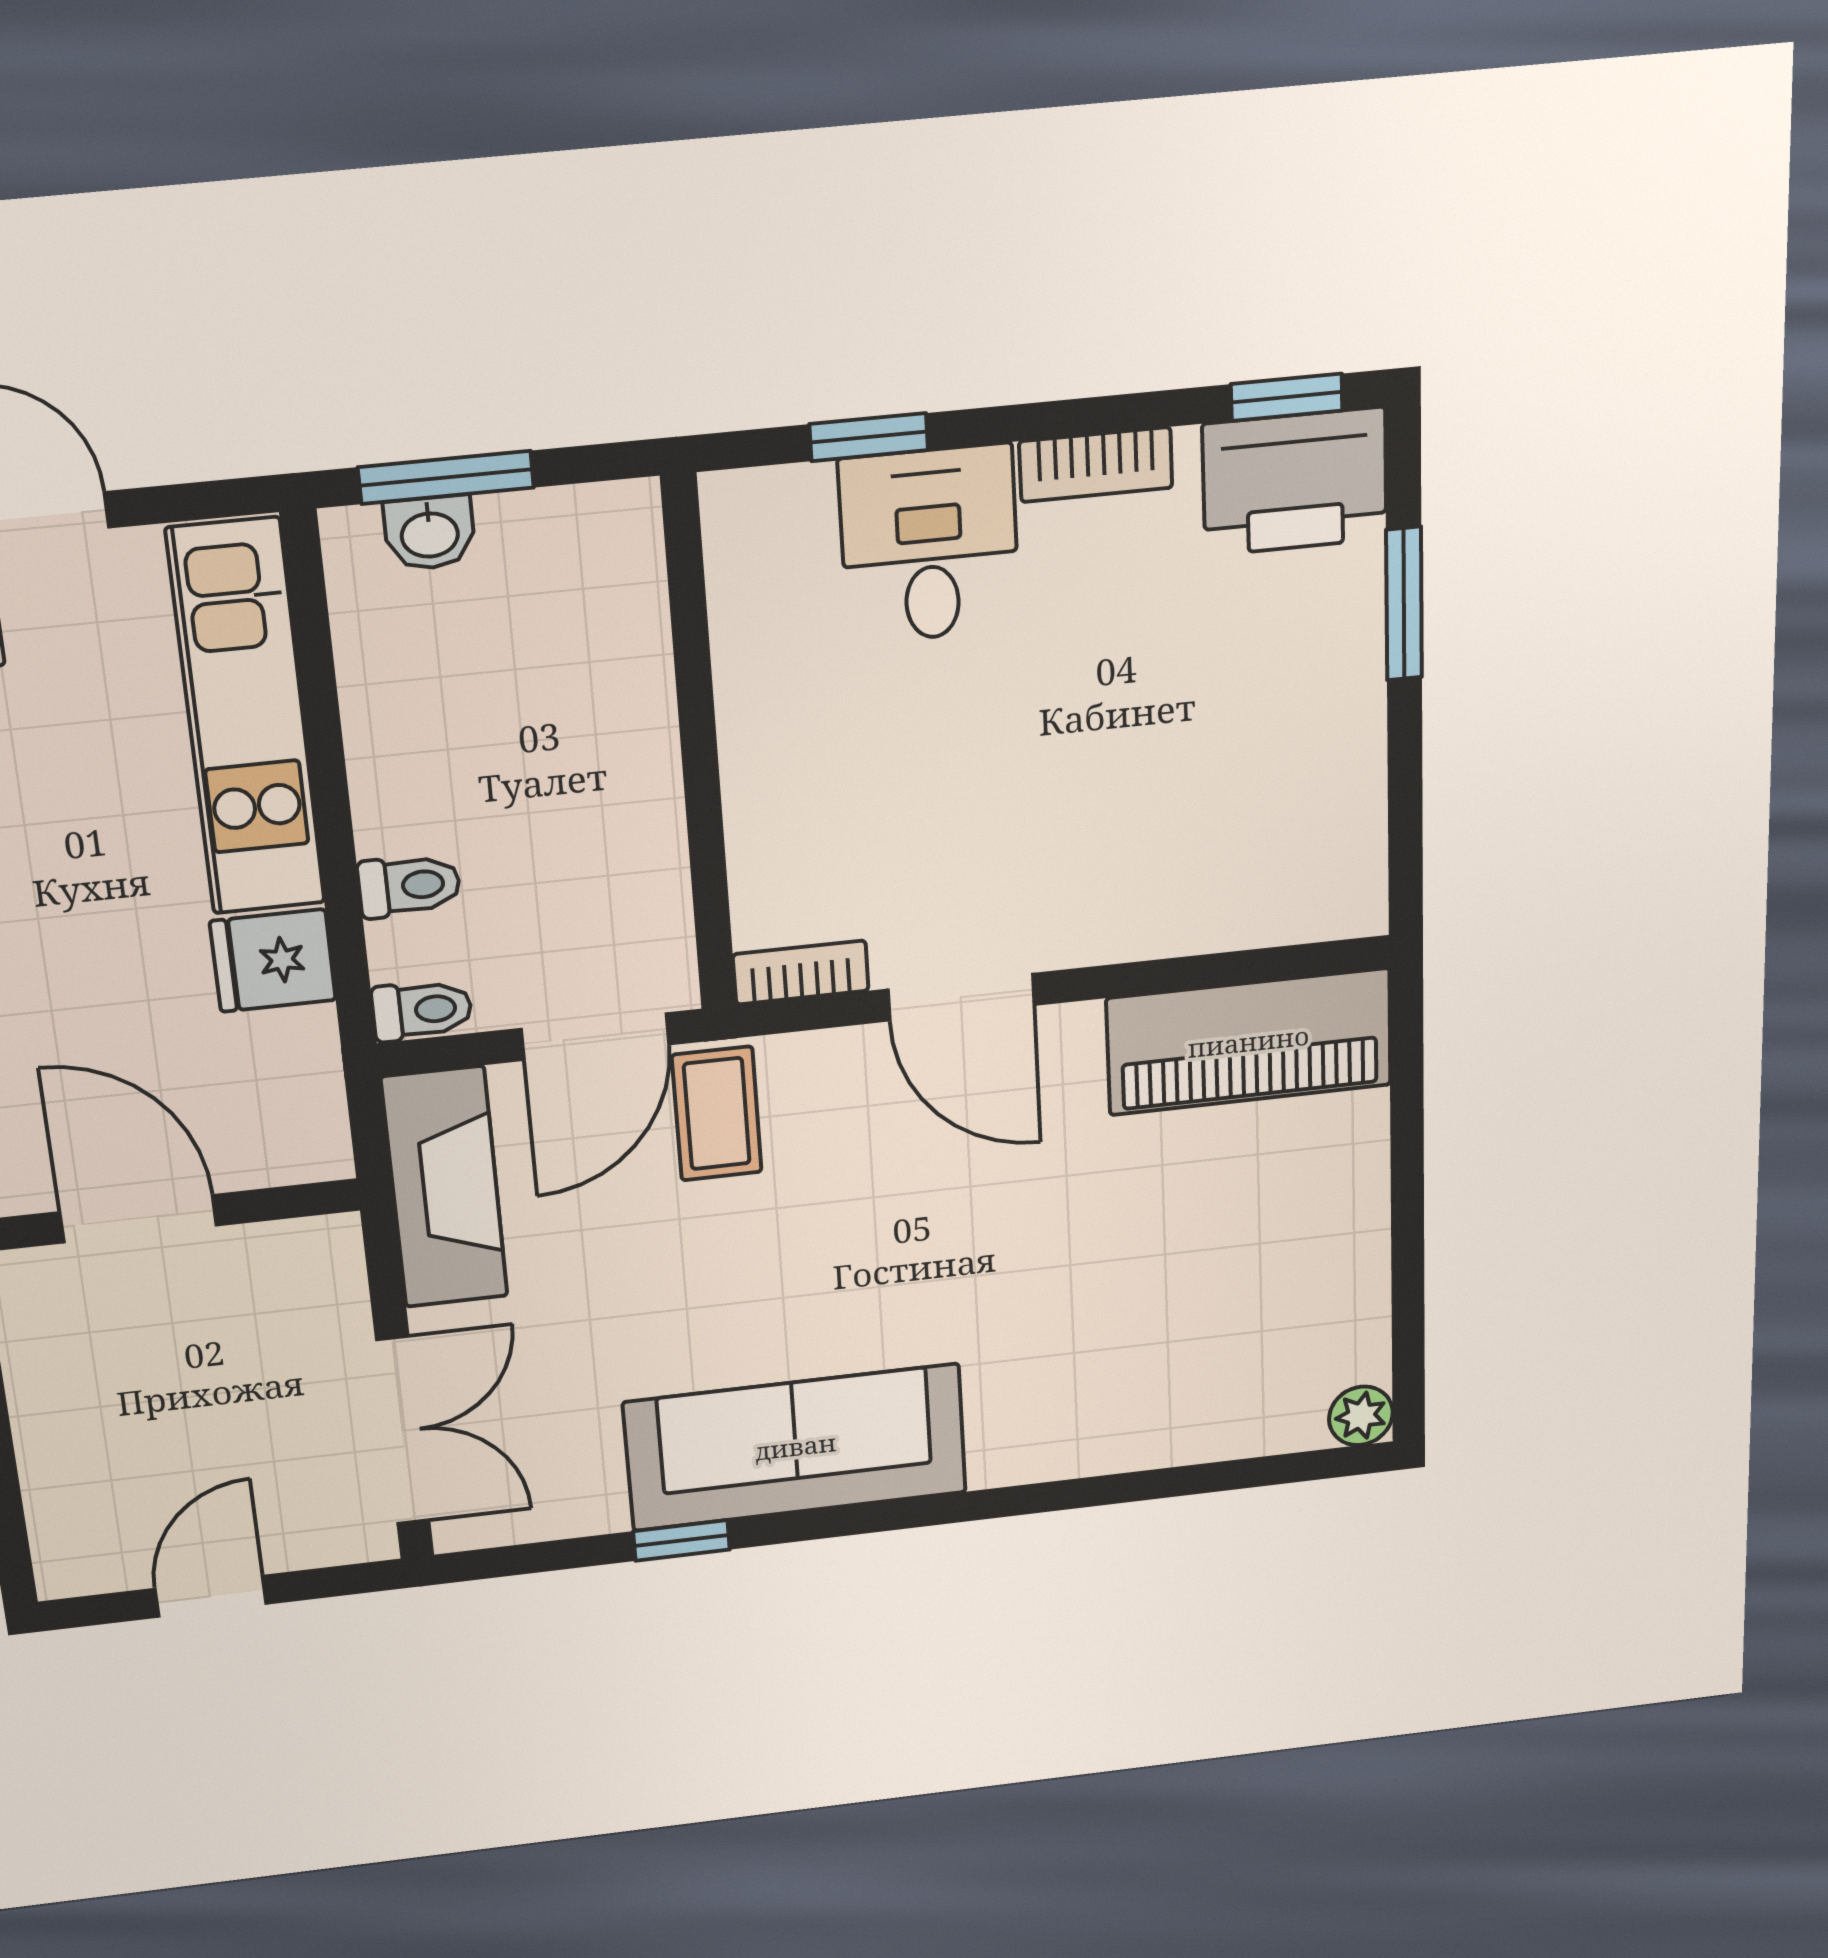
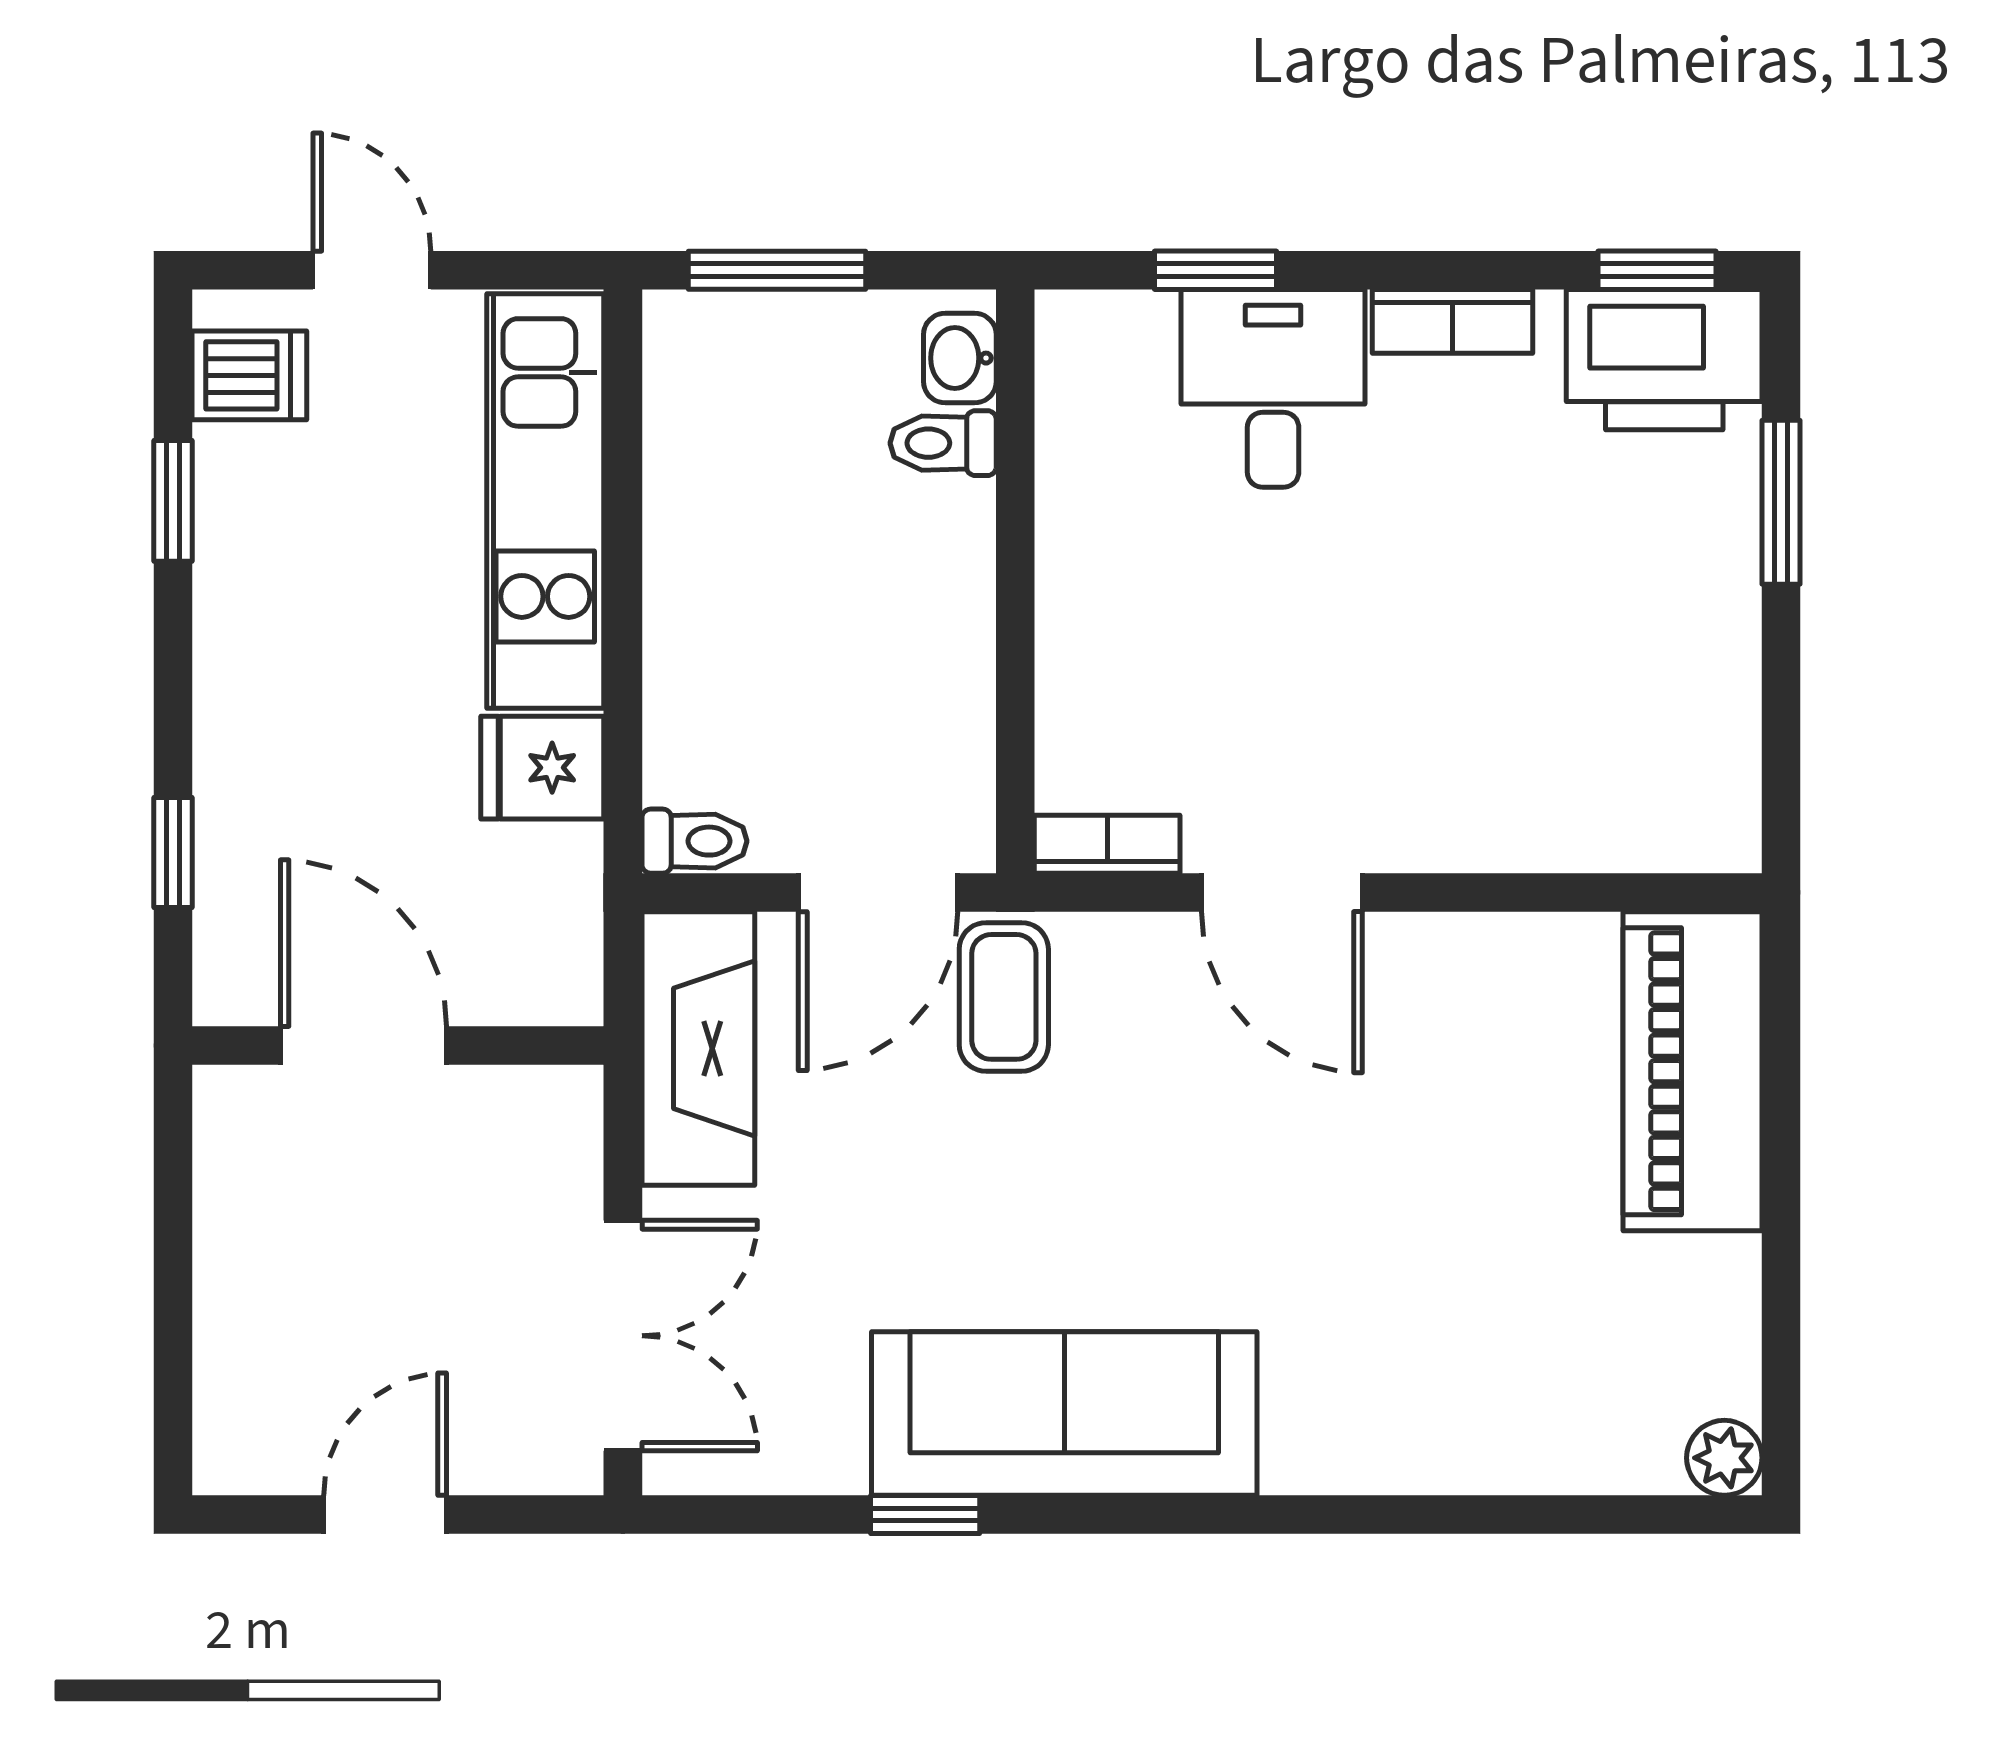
washbasin: (430, 533) -> (960, 358), moved, turned 90
toilet: (409, 886) -> (943, 443), moved, turned 180
piano: (1249, 1042) -> (1693, 1071), moved, turned 90

